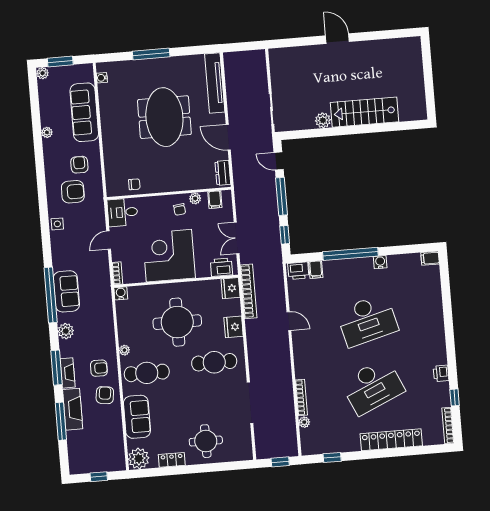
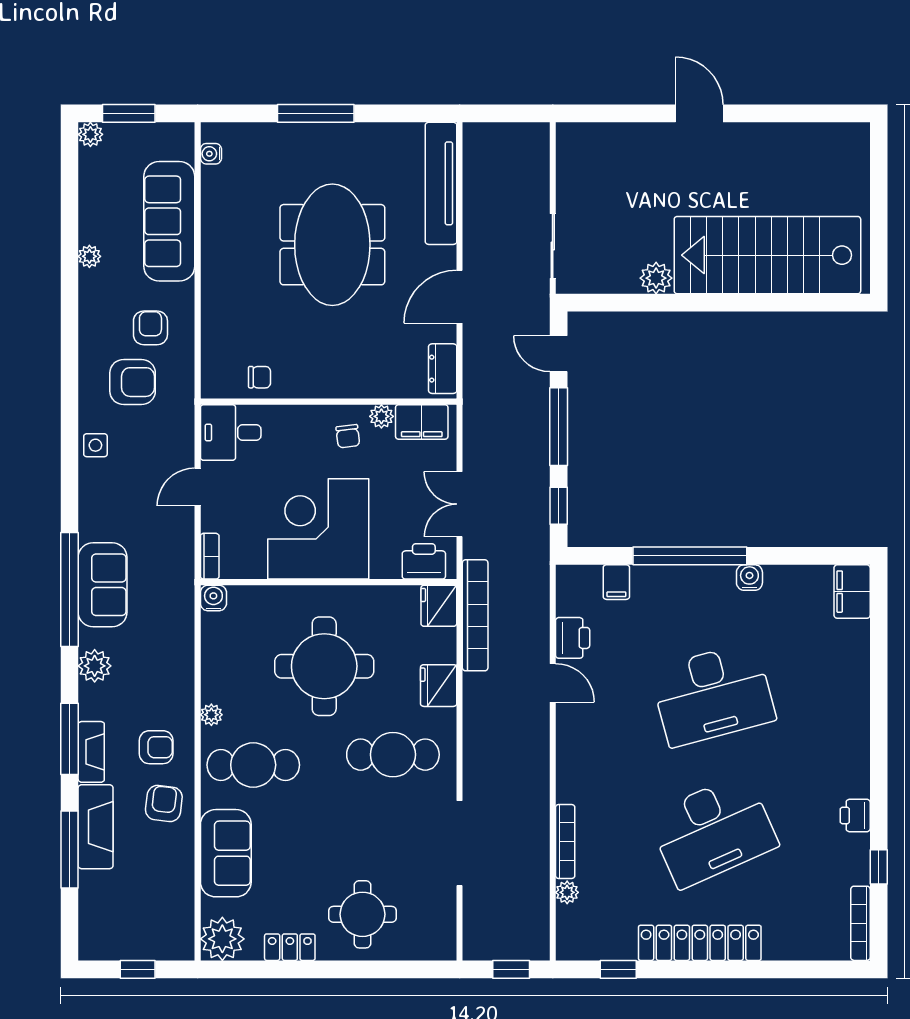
stairs: (365, 112) -> (767, 255), width x1.36, depth x1.51
door: (228, 137) -> (460, 297), hinge flipped
filing cabinet: (215, 200) -> (422, 422), width x2.00
filing cabinet: (430, 258) -> (852, 592), width x2.00
printer: (298, 271) -> (573, 638), moved, turned -90
locker: (391, 440) -> (700, 943), moved

